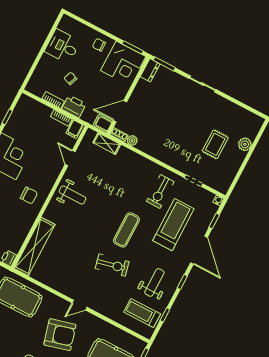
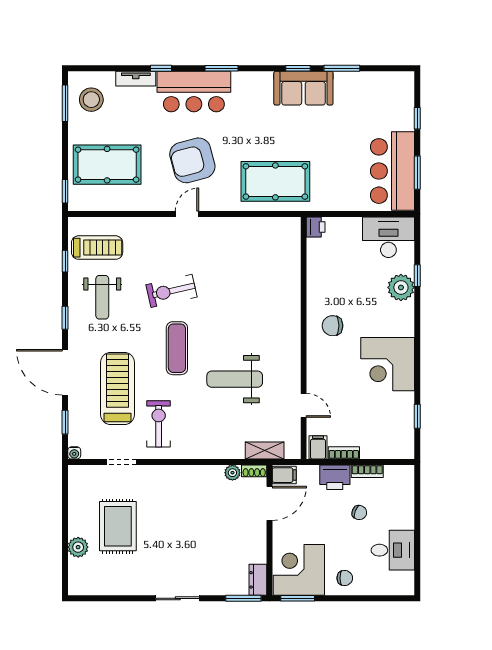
rug: (215, 144) -> (118, 526), width x1.36, depth x1.43
weight bench: (73, 195) -> (235, 379), moved, width x1.36, depth x1.33
treadmill: (173, 225) -> (117, 389), turned 180
shelving: (35, 247) -> (289, 261), removed

